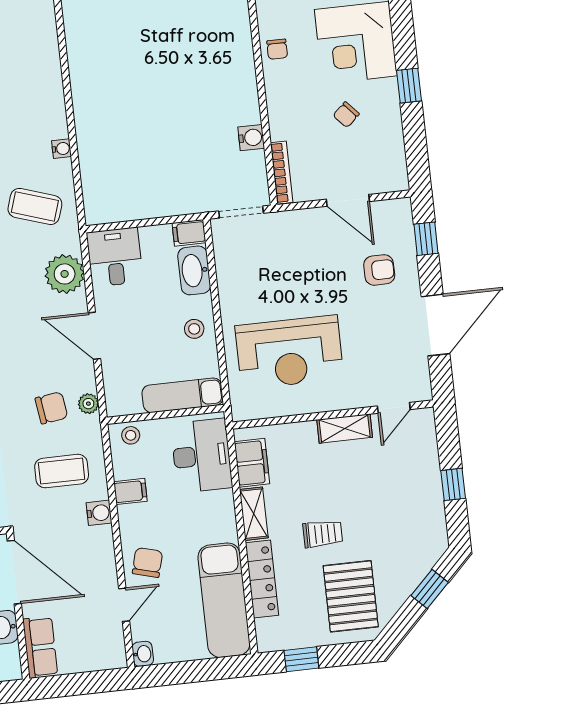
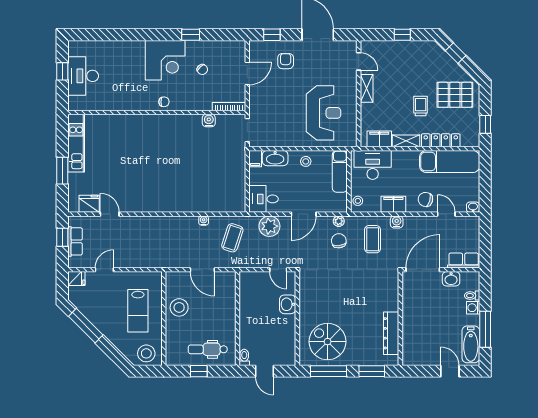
filing cabinet: (130, 491) -> (393, 204), width x2.00

